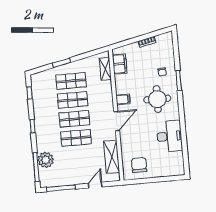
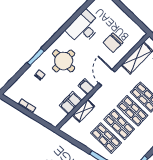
filing cabinet: (120, 64) -> (71, 103), moved
shelving: (105, 69) -> (84, 111), moved
door: (117, 121) -> (107, 77), hinge flipped
chair: (139, 165) -> (113, 43), moved

